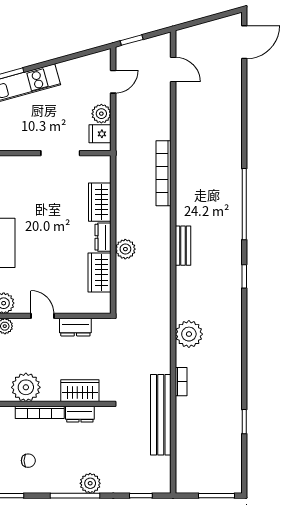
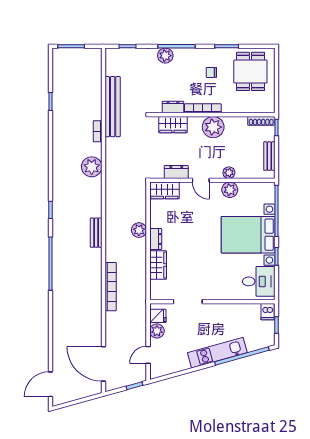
door: (173, 70) -> (103, 364), width x1.87
wardrobe: (100, 272) -> (164, 190), moved, turned 90

